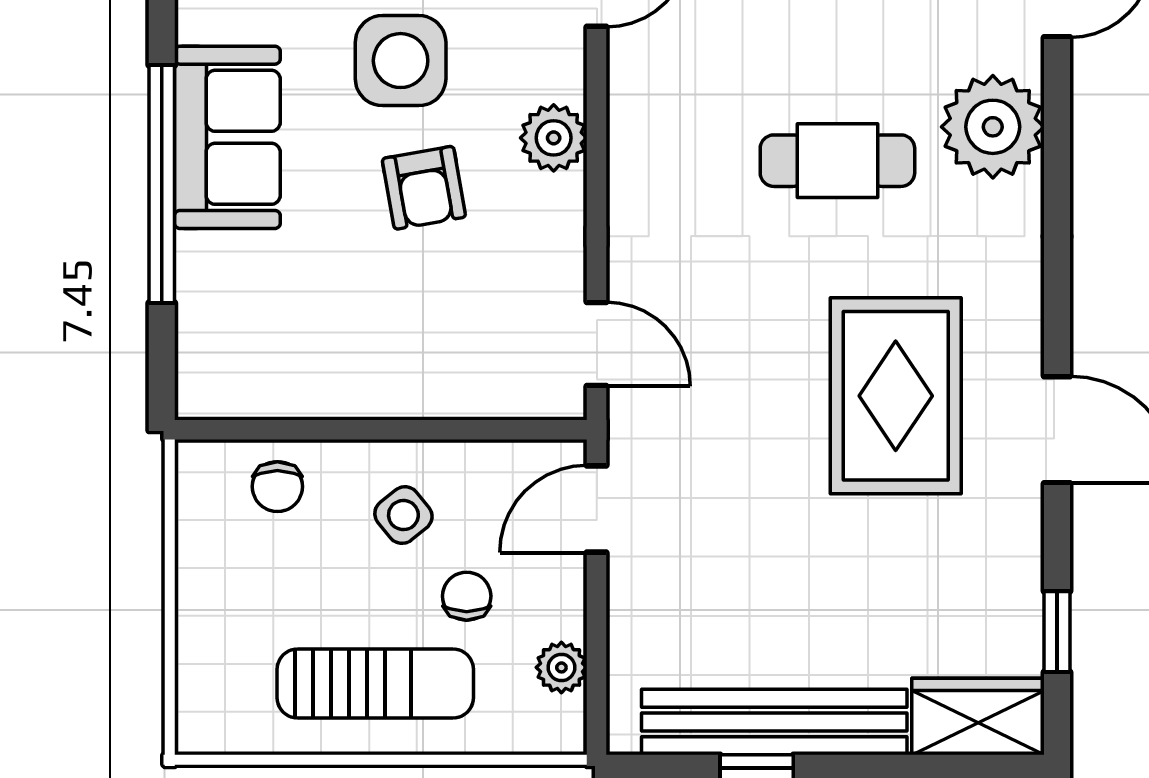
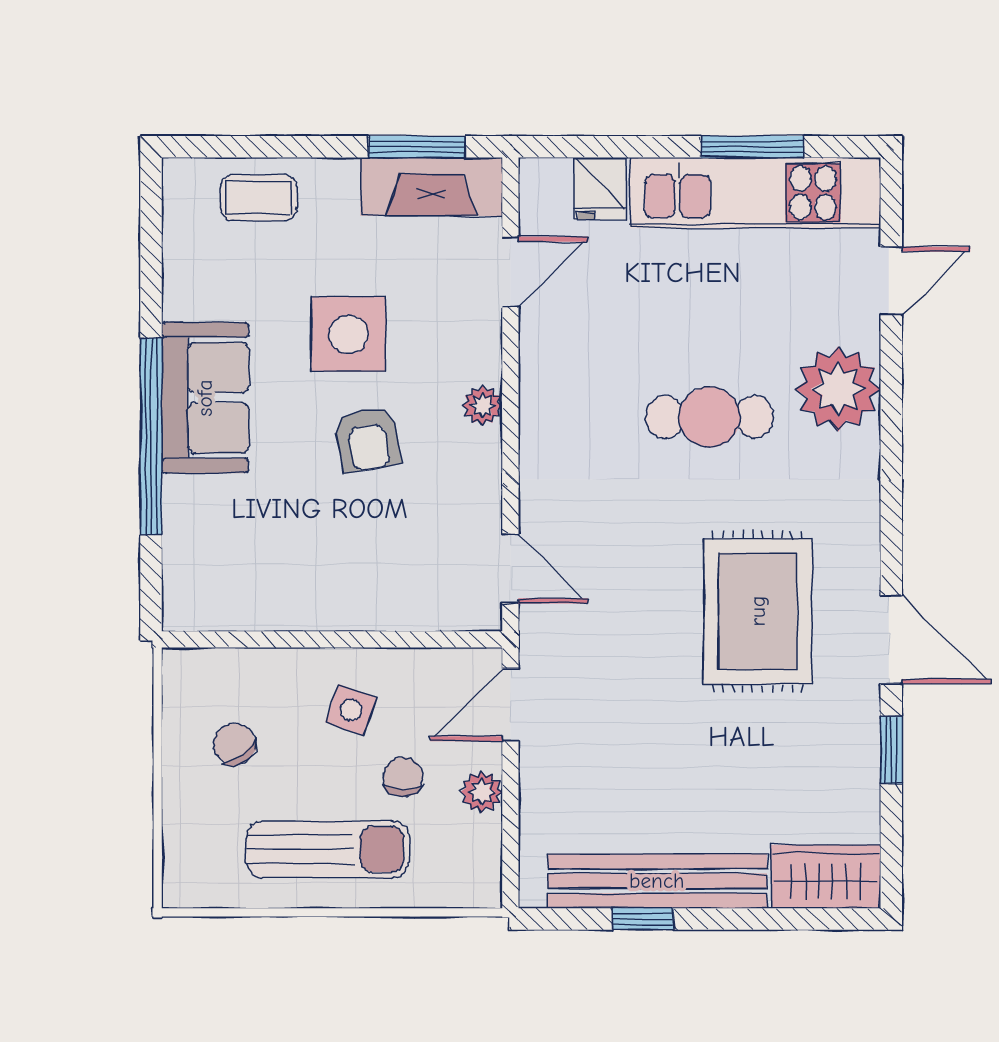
plant: (554, 138) -> (483, 406), width x0.73, depth x0.73
chair: (277, 487) -> (234, 744), moved, turned 143
side table: (403, 515) -> (351, 710), turned -32
window: (1057, 632) -> (891, 750), moved
plant: (561, 667) -> (481, 792), moved

